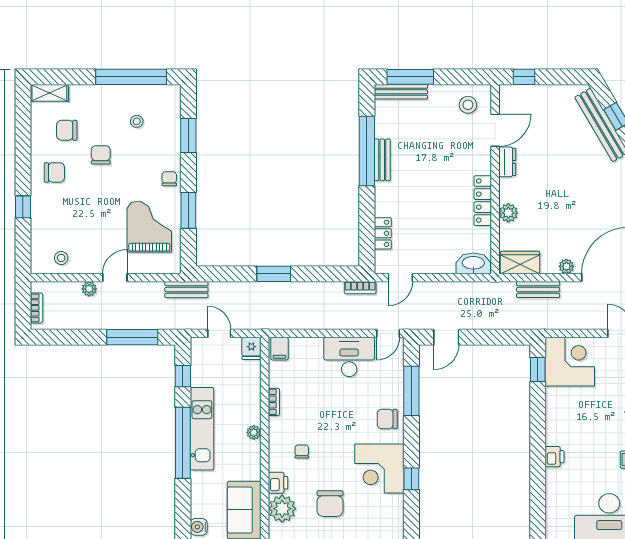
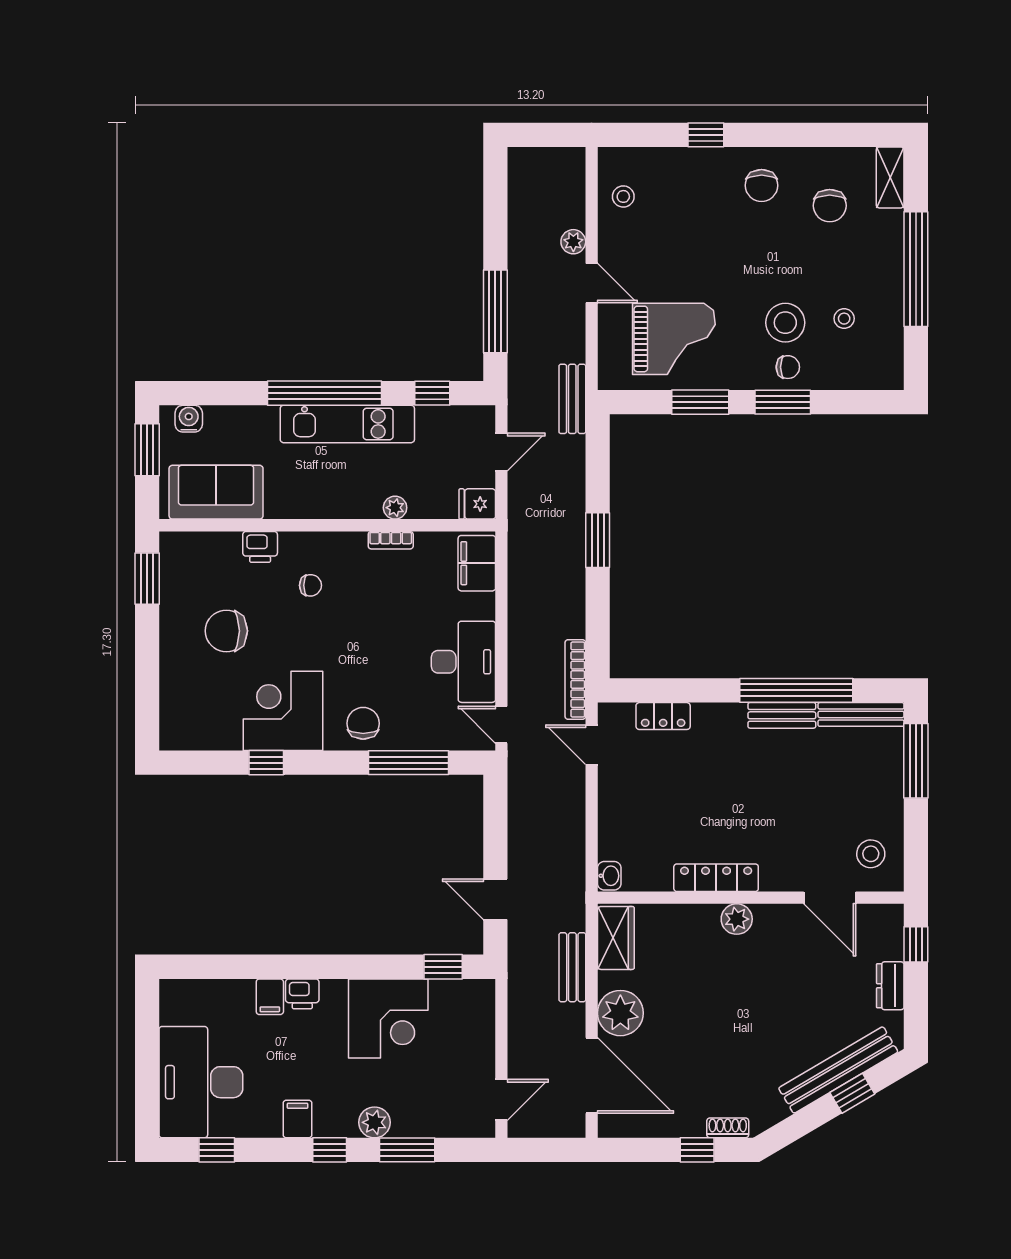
window: (131, 77) -> (916, 269), moved
bench: (401, 92) -> (861, 714), moved, turned 90
chair: (67, 130) -> (830, 206), turned 180
window: (188, 135) -> (783, 402), moved
chair: (101, 155) -> (790, 260), removed
stool: (139, 158) -> (785, 323), added
dresser: (507, 162) -> (890, 986), moved, turned 90
chair: (169, 179) -> (788, 367), moved
plant: (508, 213) -> (737, 919), moved
washbasin: (473, 263) -> (609, 876), width x0.52, depth x0.69
plant: (566, 266) -> (620, 1013), width x1.87, depth x1.87
bookcase: (360, 288) -> (575, 680), width x1.56
bookcase: (36, 308) -> (543, 157), removed
door: (446, 337) -> (495, 899), moved
filing cabinet: (279, 349) -> (477, 563), width x2.00
corner desk: (570, 362) -> (388, 1018), moved
plant: (254, 432) -> (395, 508), moved
filing cabinet: (556, 477) -> (270, 997), added
plant: (282, 509) -> (218, 554), removed

